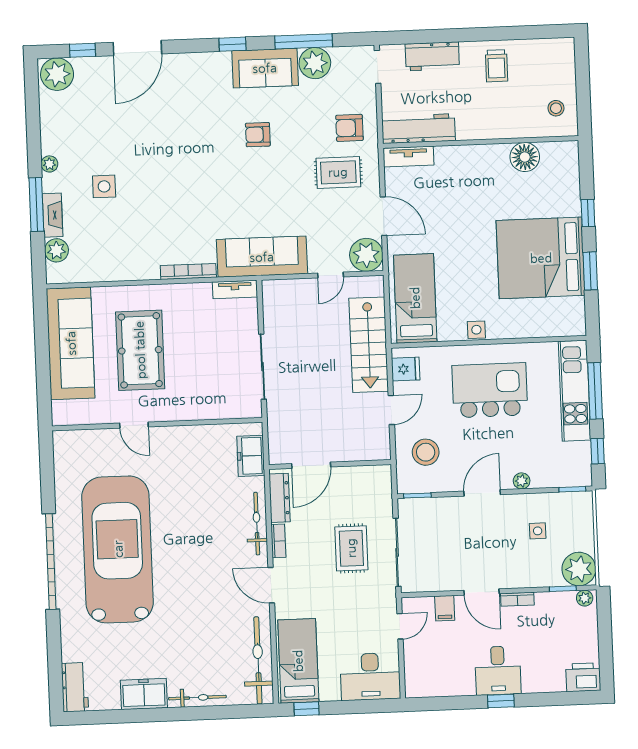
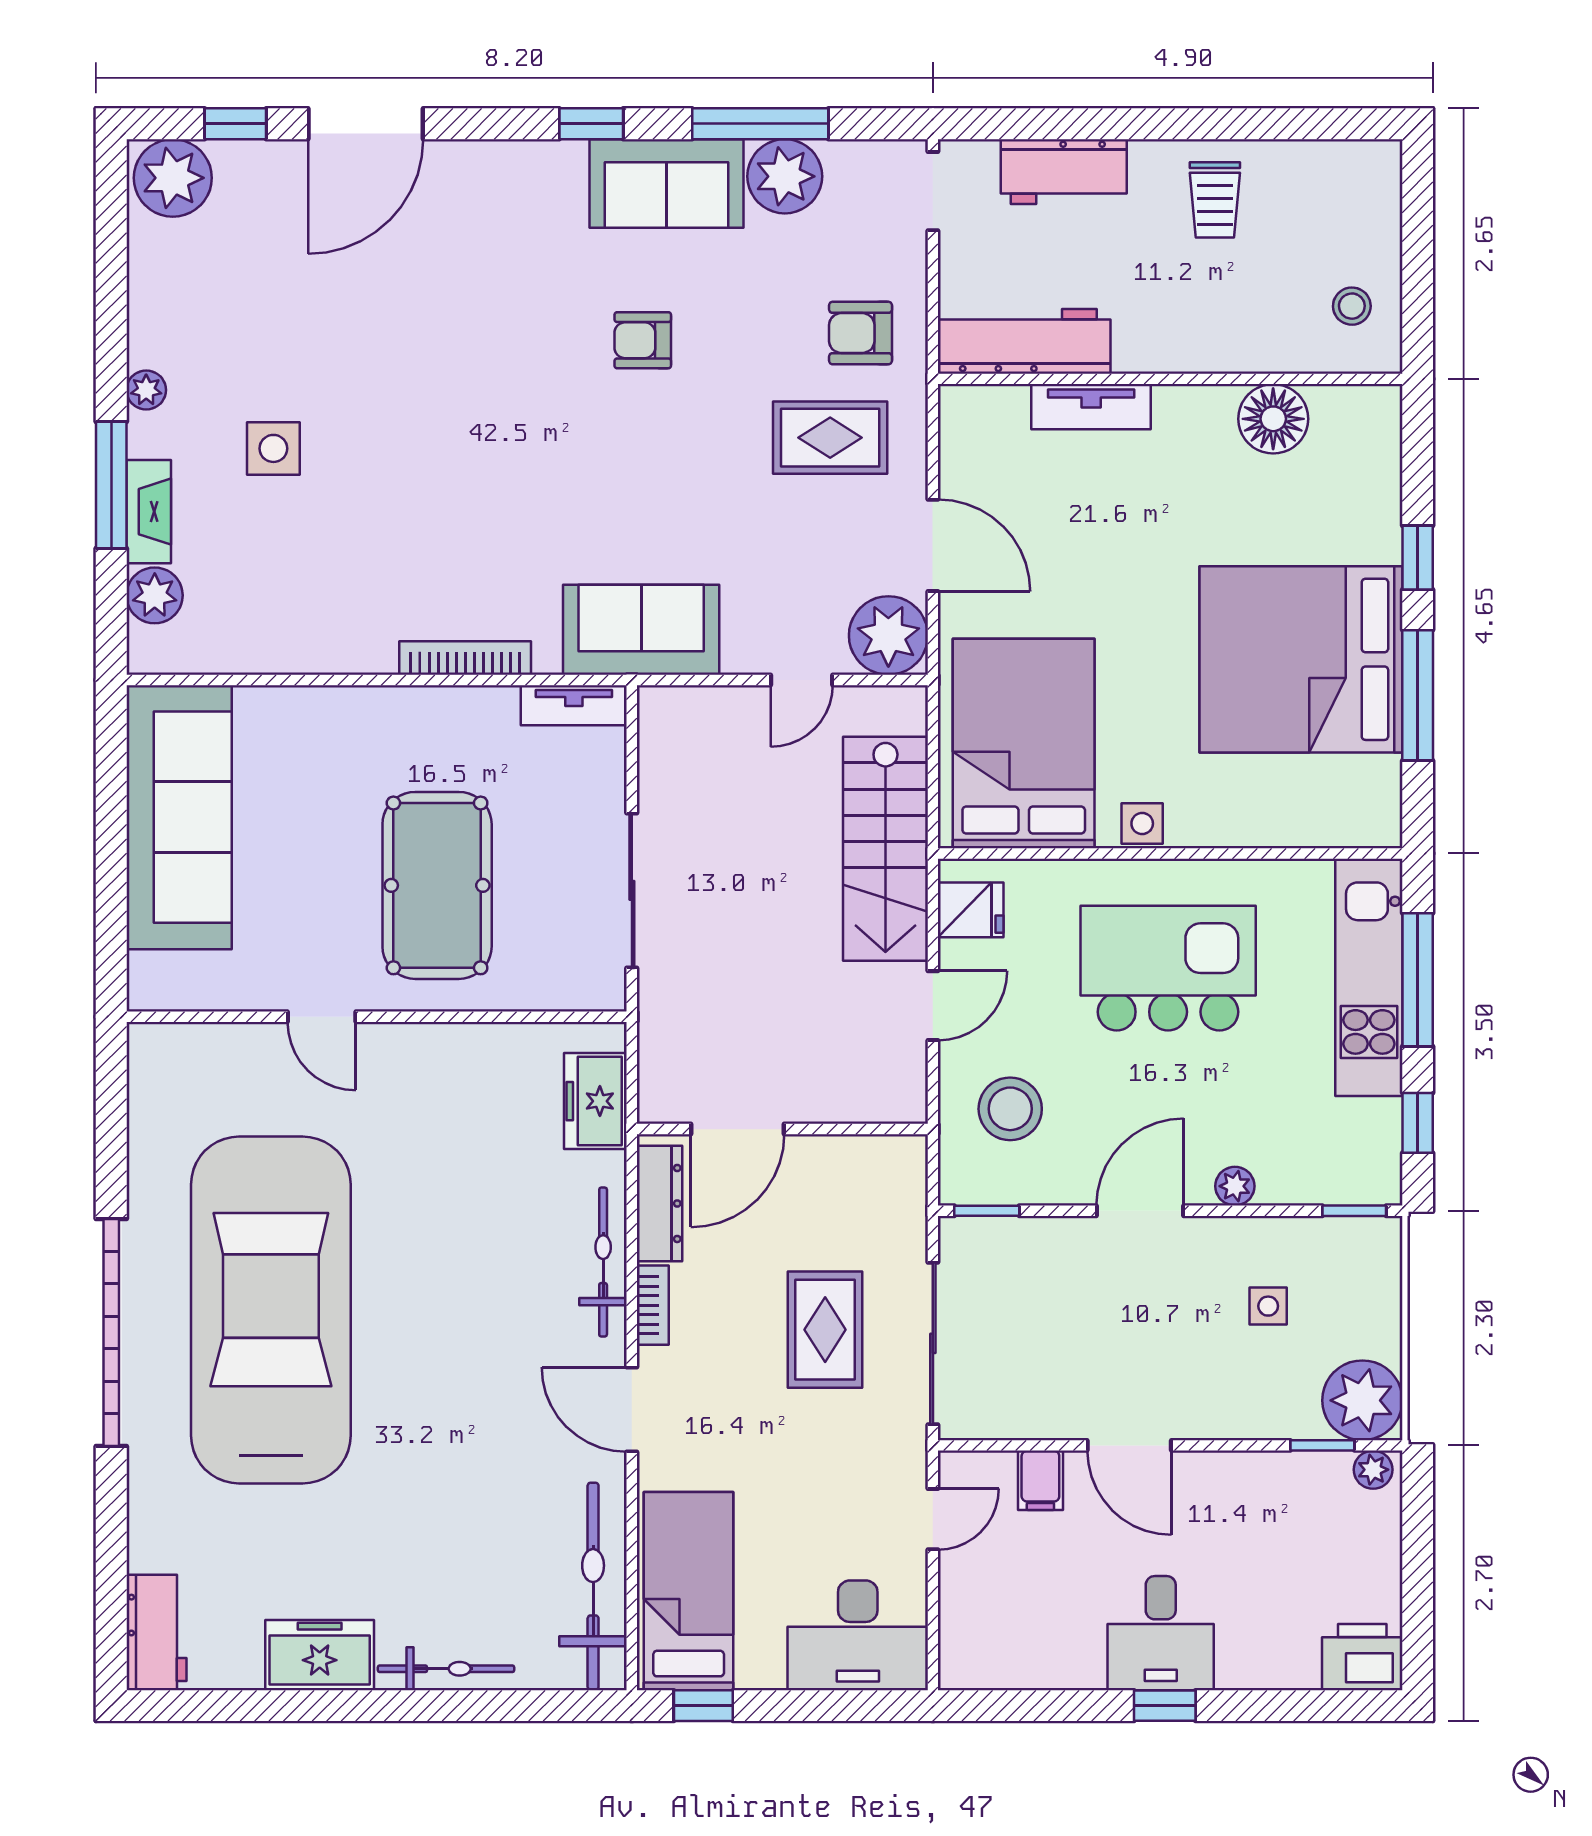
tv unit: (408, 157) -> (1091, 407), moved
sofa: (262, 257) -> (641, 630), width x0.73
window: (590, 271) -> (1418, 695), width x1.44
bed: (415, 298) -> (1024, 744), width x1.50
pool table: (140, 350) -> (437, 885), moved
bookcase: (517, 599) -> (1214, 1466), removed

